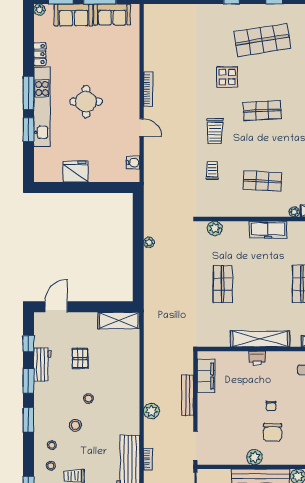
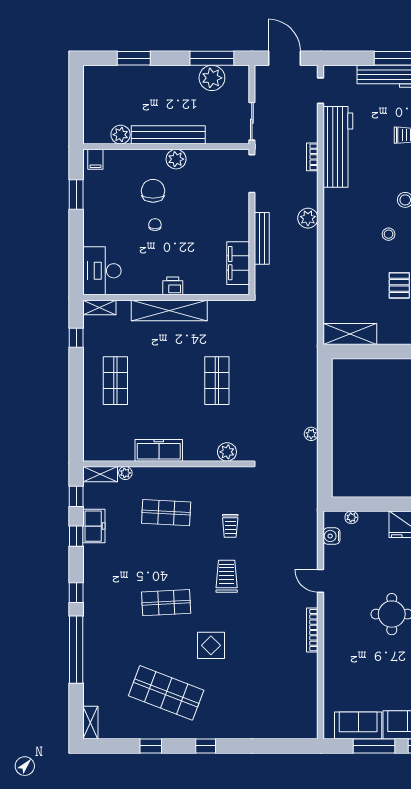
shop shelf: (262, 40) -> (166, 693), turned 30
plant: (117, 177) -> (351, 517), added

